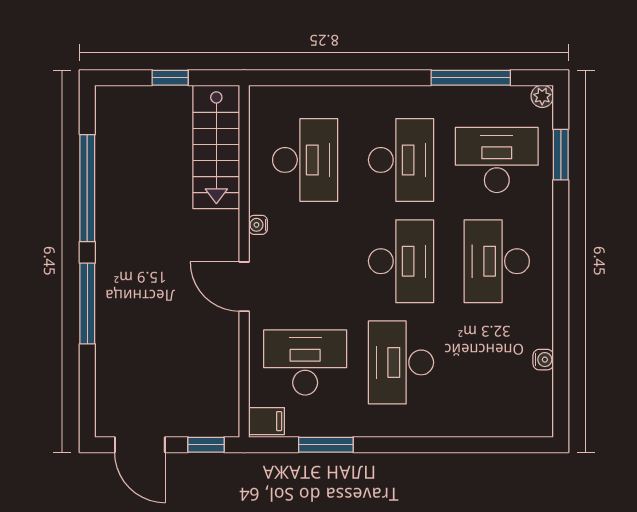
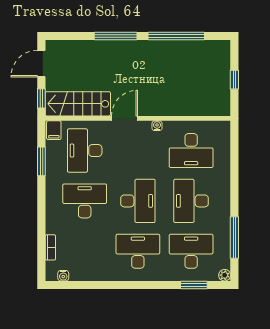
stairs: (216, 147) -> (78, 104), moved
desk: (401, 160) -> (191, 201), turned 90
desk: (497, 160) -> (191, 251), turned -90
desk: (401, 261) -> (138, 201), turned -90
water cooler: (543, 360) -> (63, 276), moved
desk: (305, 362) -> (85, 151), turned 180
bookcase: (489, 428) -> (50, 247), added

